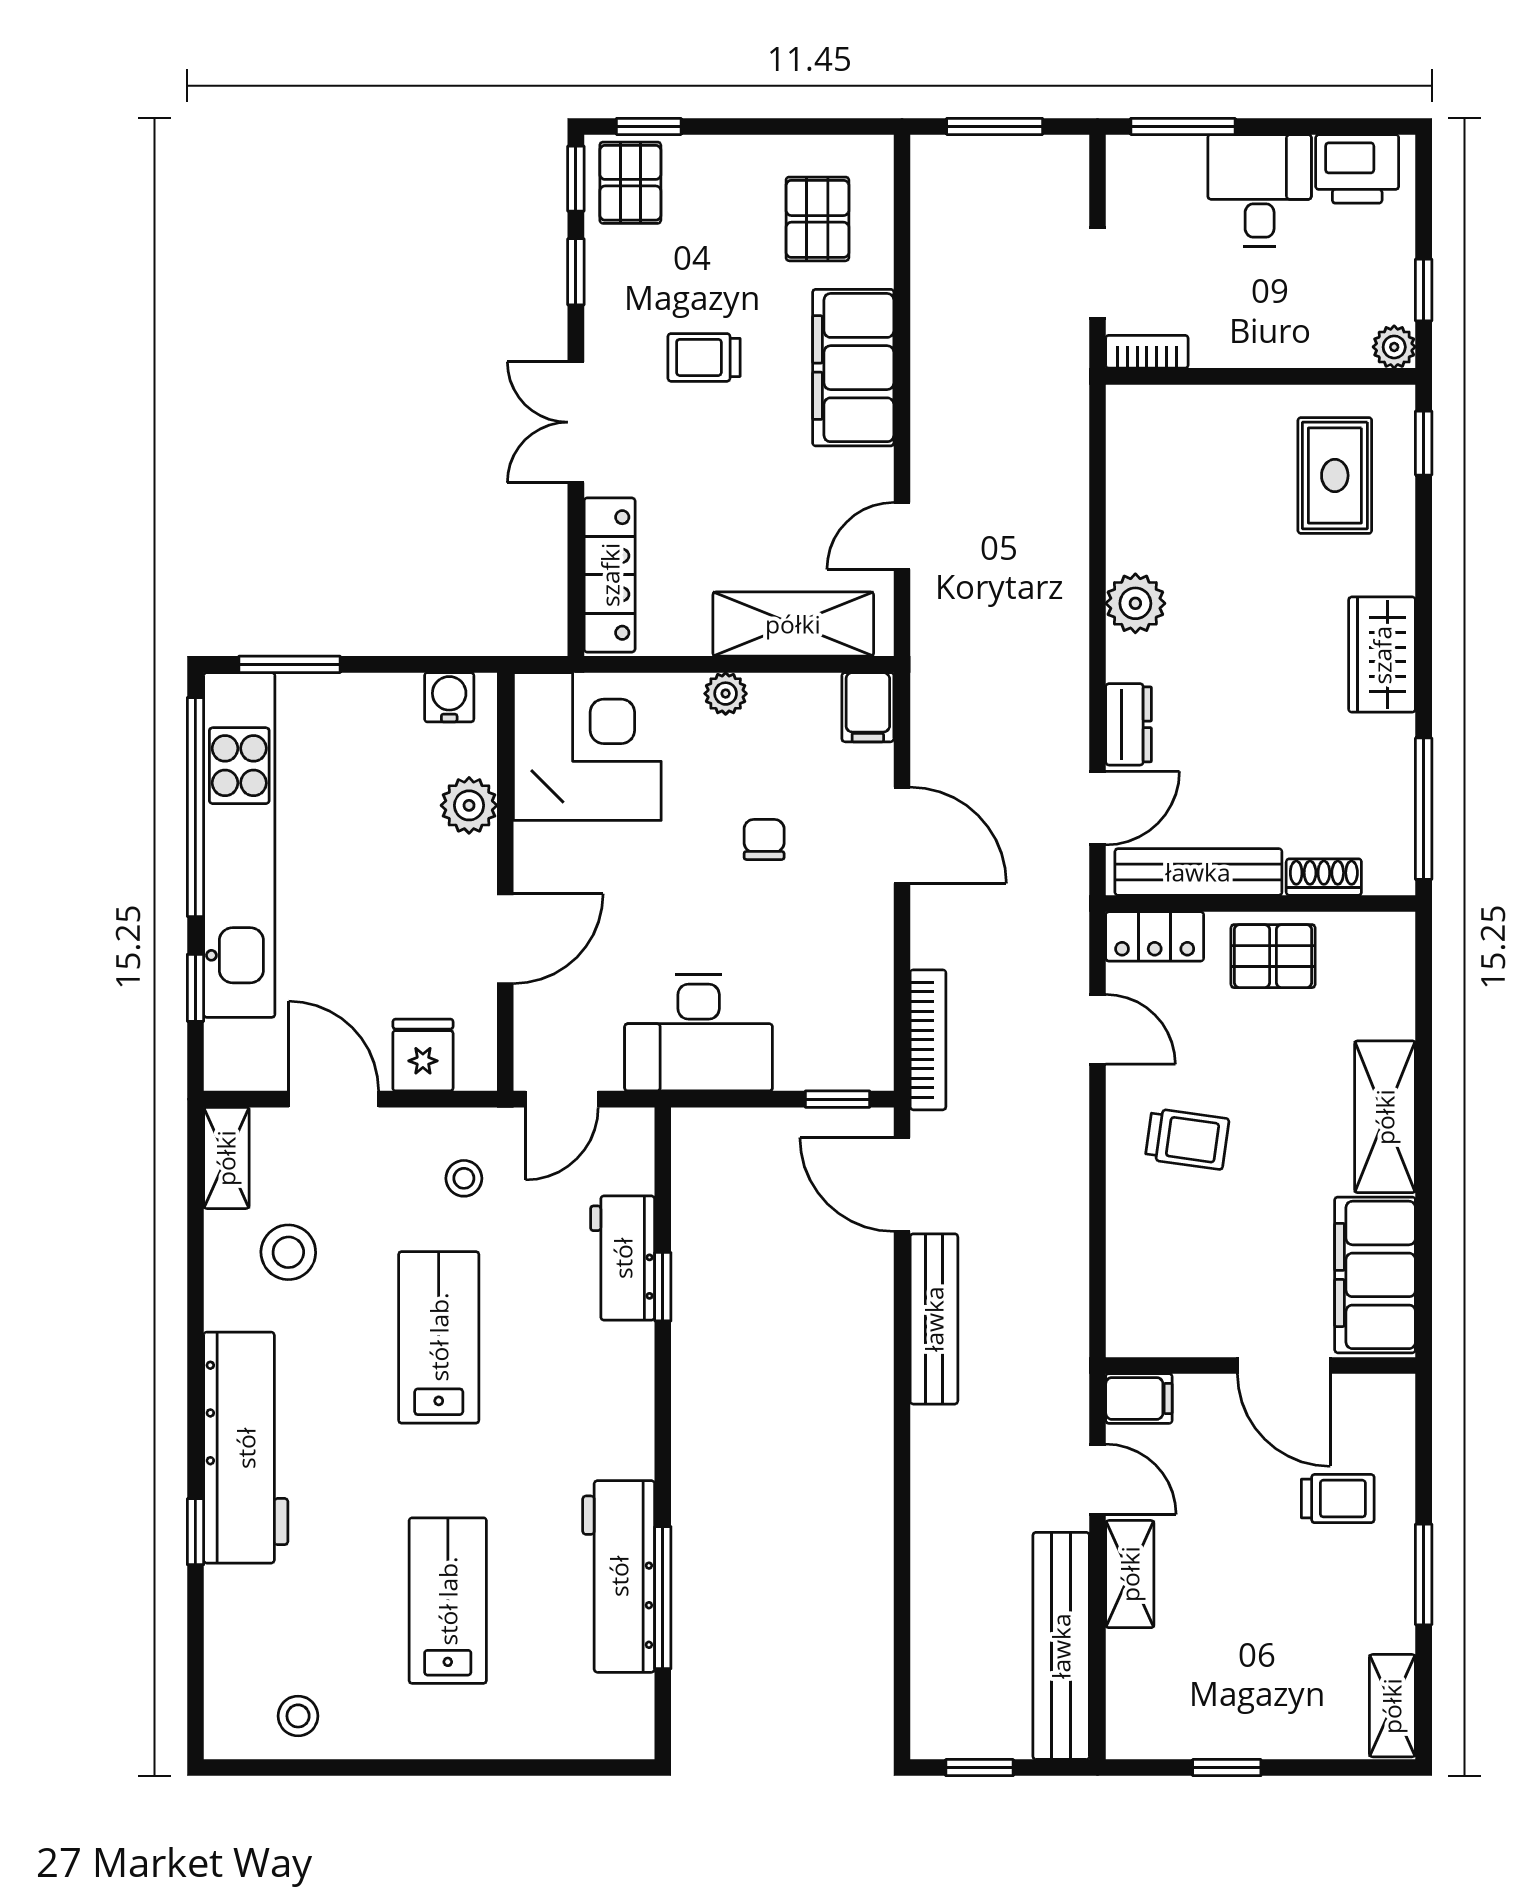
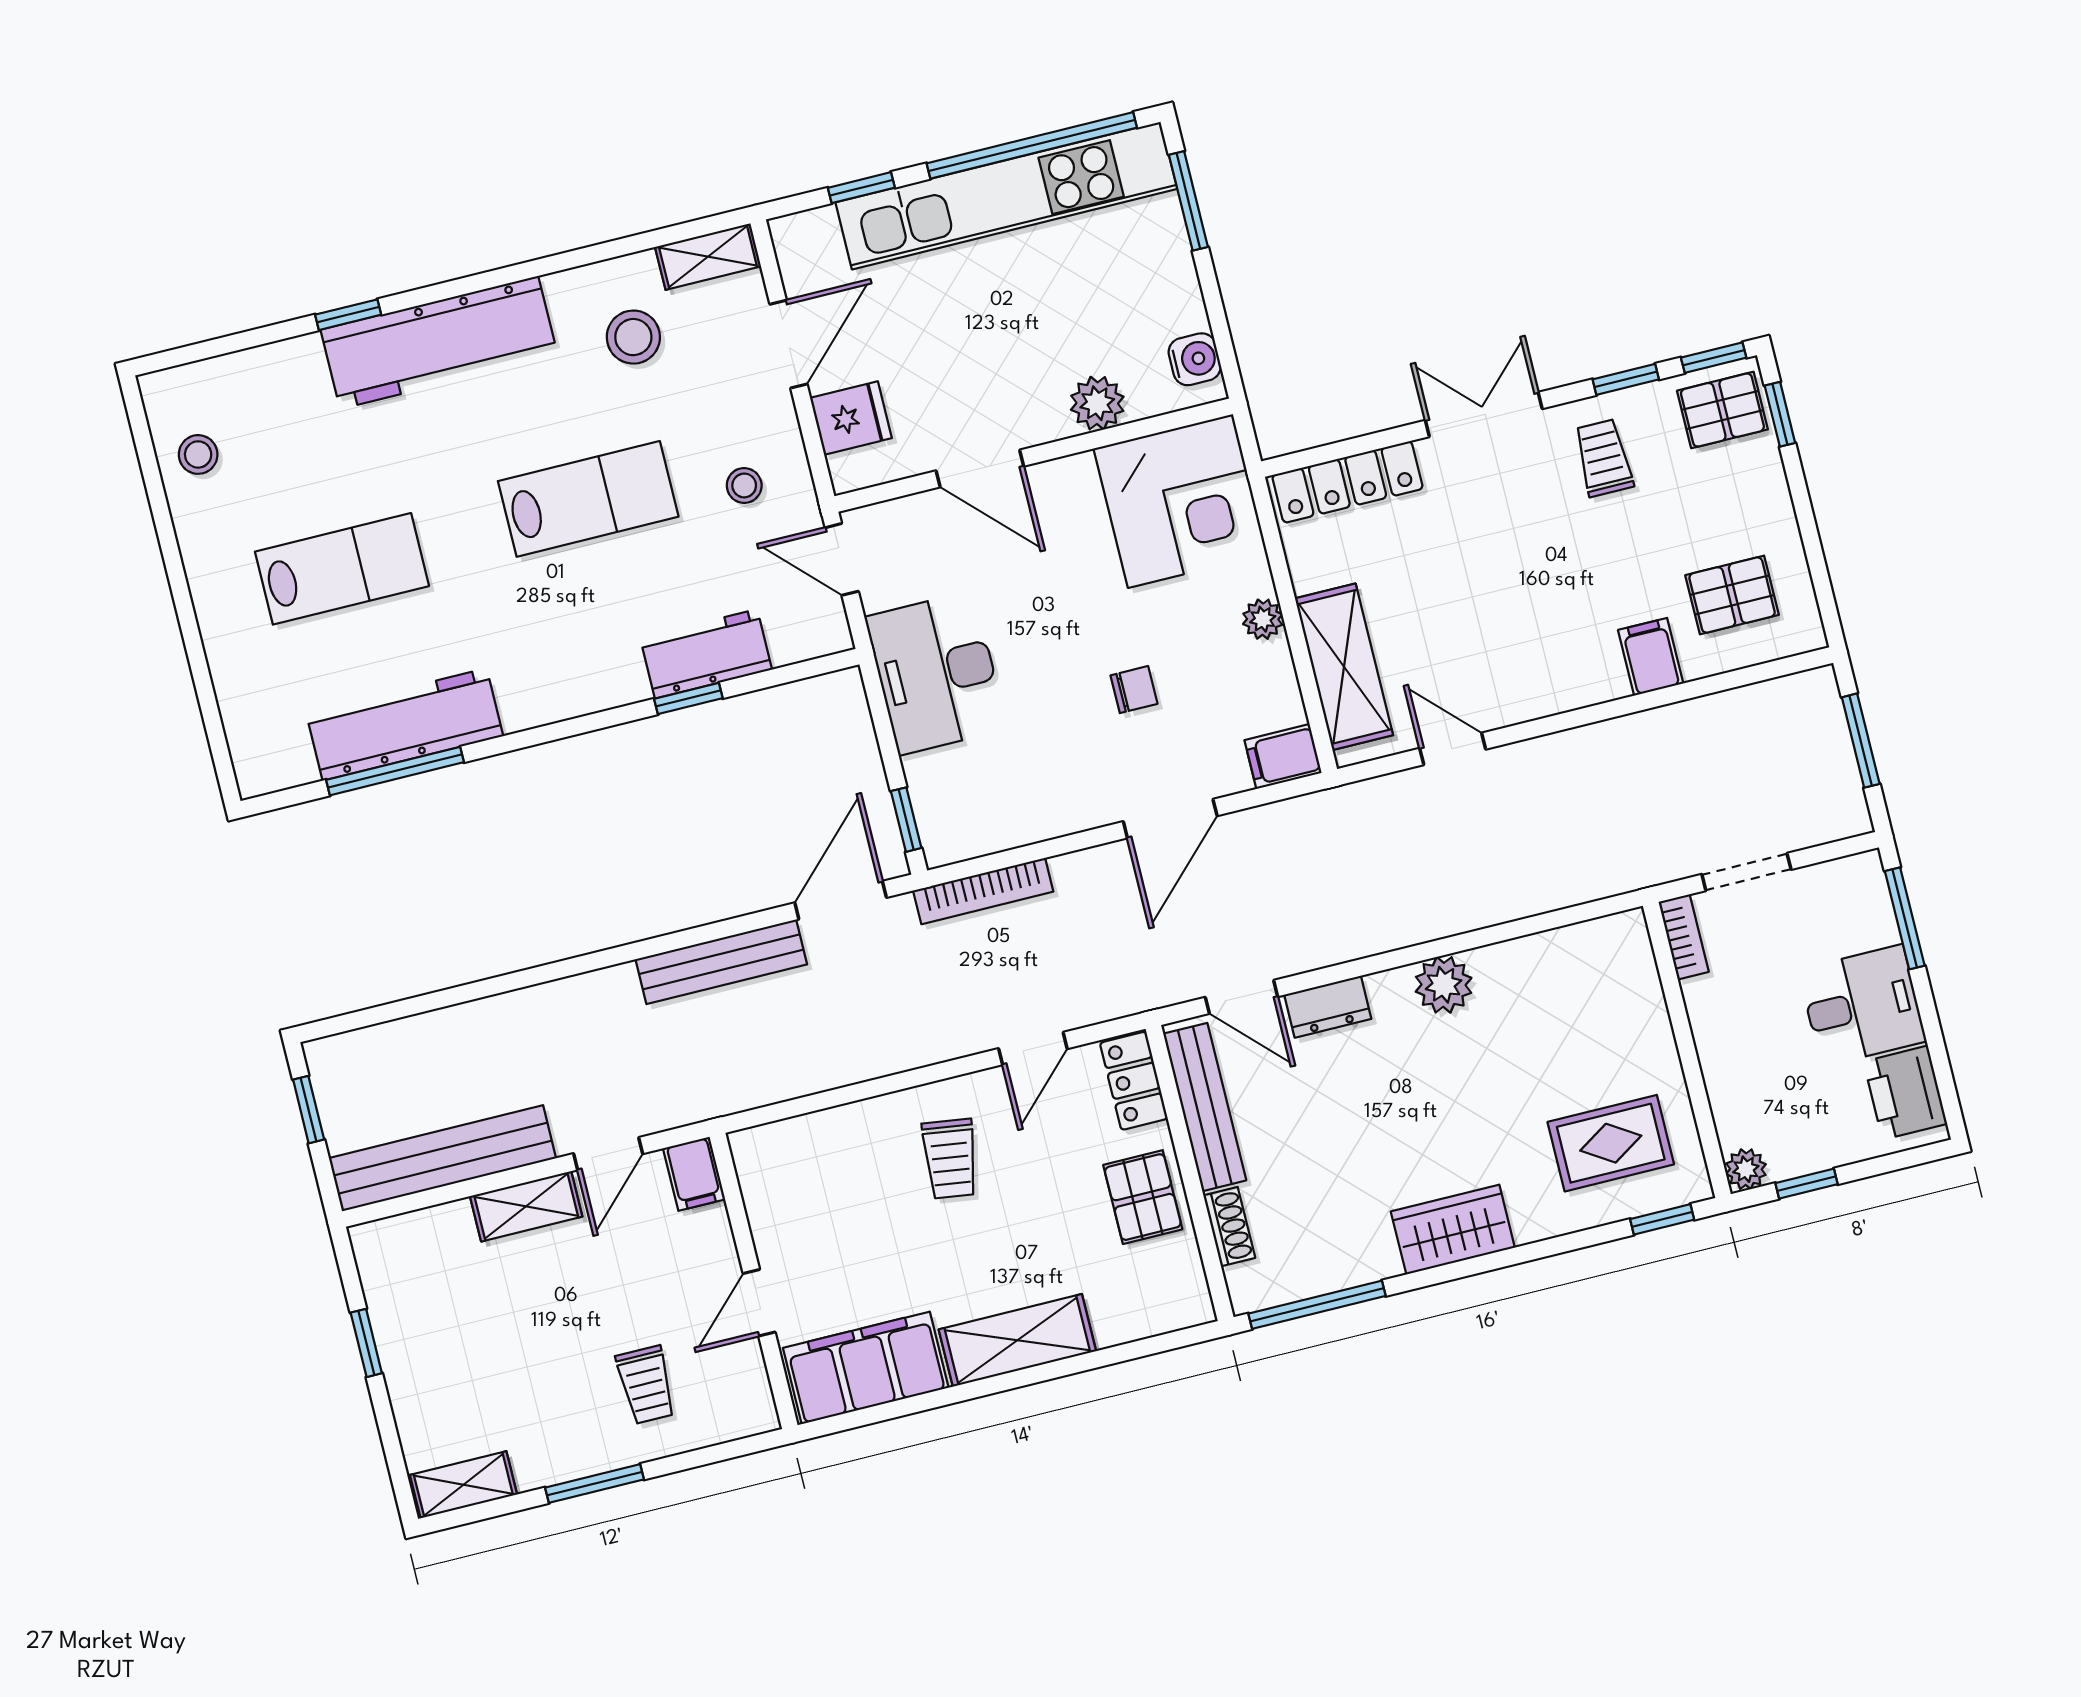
trolley: (704, 357) -> (1604, 458), moved
filing cabinet: (853, 368) -> (1651, 657), width x0.33, depth x0.86
door: (1284, 1365) -> (759, 1303), width x0.73

